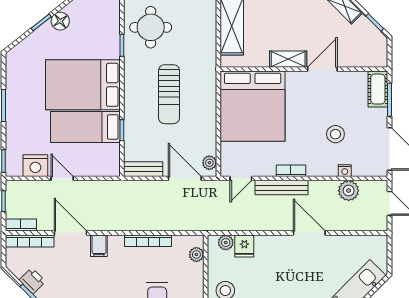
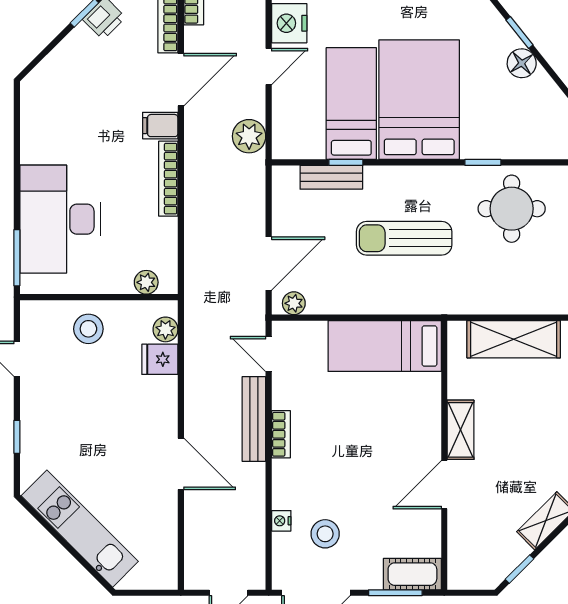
door: (322, 69) -> (444, 485), swing flipped
bed: (253, 106) -> (385, 346), width x0.49
stool: (335, 134) -> (325, 534), moved
bench: (143, 169) -> (331, 177), moved, turned 90
plant: (349, 191) -> (249, 136), moved
door: (309, 233) -> (181, 464), hinge flipped
bookcase: (148, 241) -> (168, 179), moved

